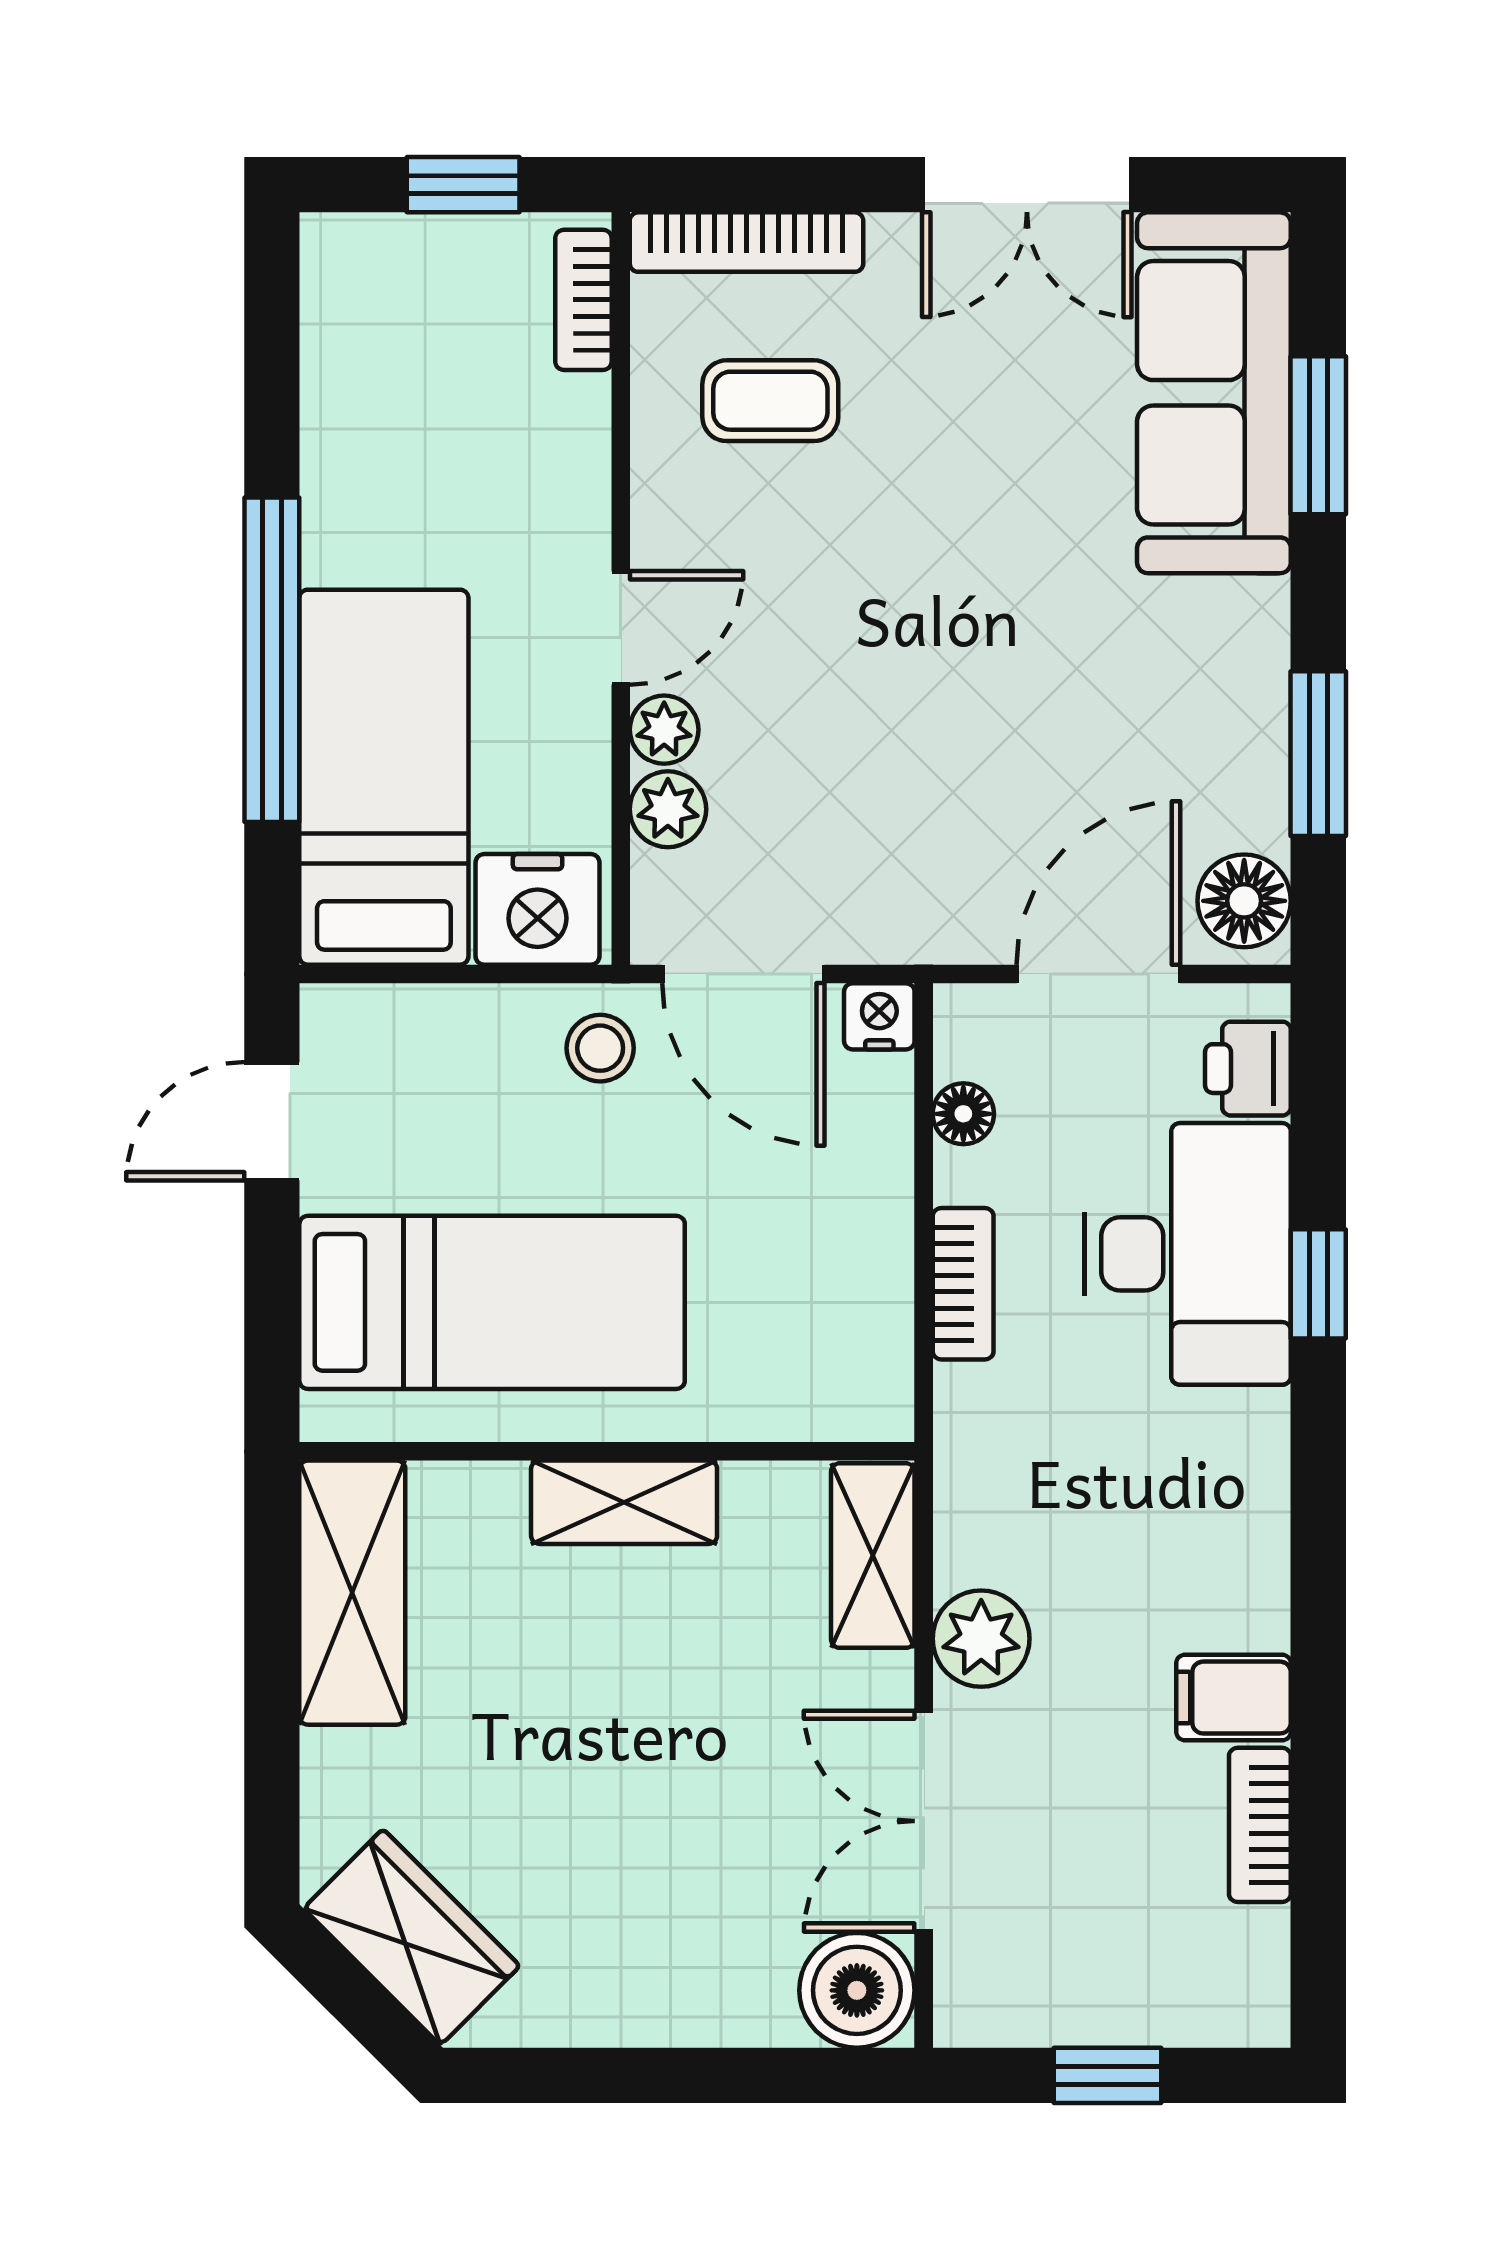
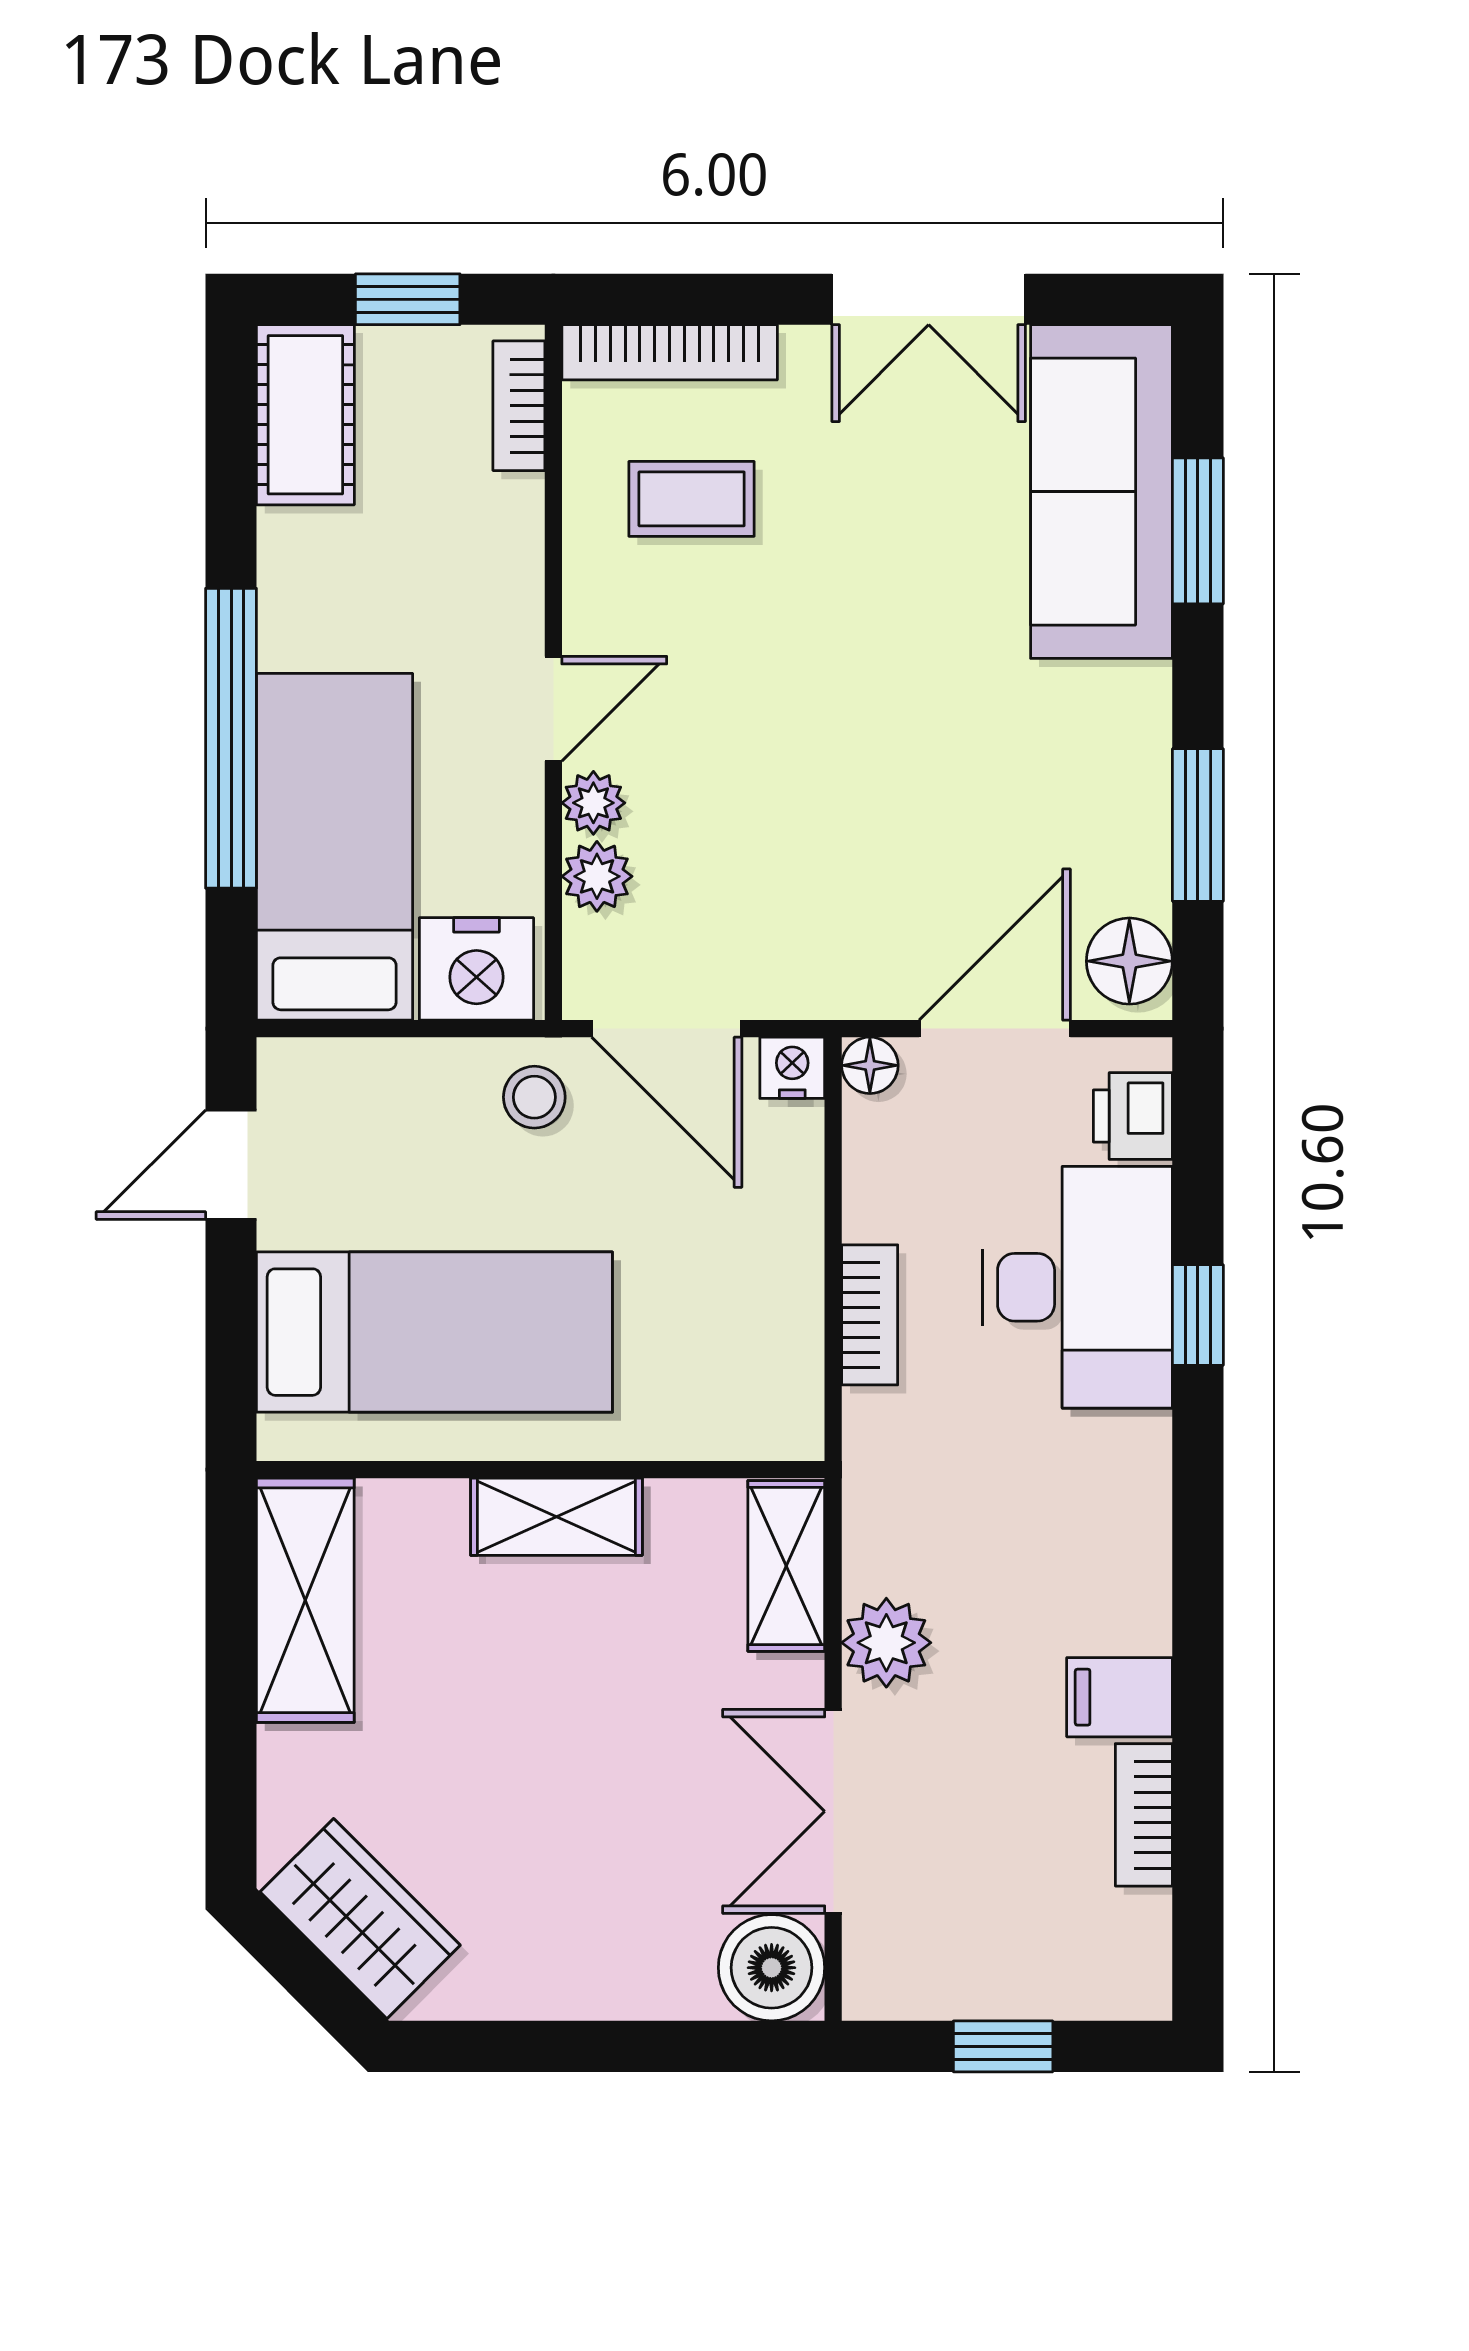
cot: (352, 310) -> (305, 415), added
floor lamp: (963, 1114) -> (870, 1065), moved

